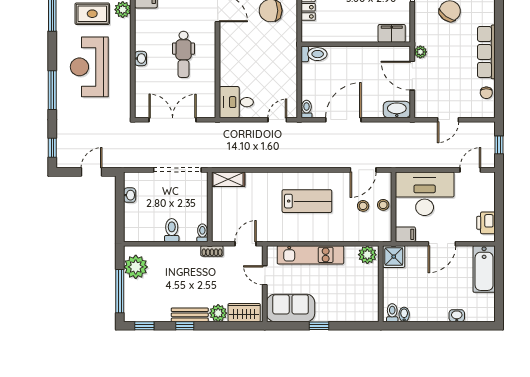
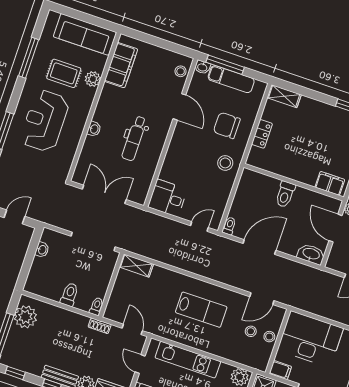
stool: (282, 48) -> (225, 163), added
toilet: (314, 54) -> (285, 194), moved, turned 90
door: (245, 244) -> (132, 329), hinge flipped

